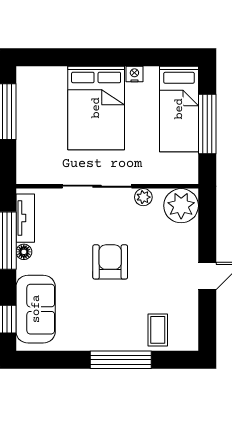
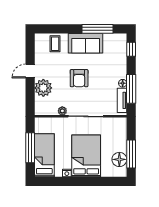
floor lamp: (30, 101) -> (119, 159), added
plant: (181, 206) -> (43, 88), moved
sofa: (36, 309) -> (86, 43), moved, turned -90
window: (121, 360) -> (97, 29), moved

